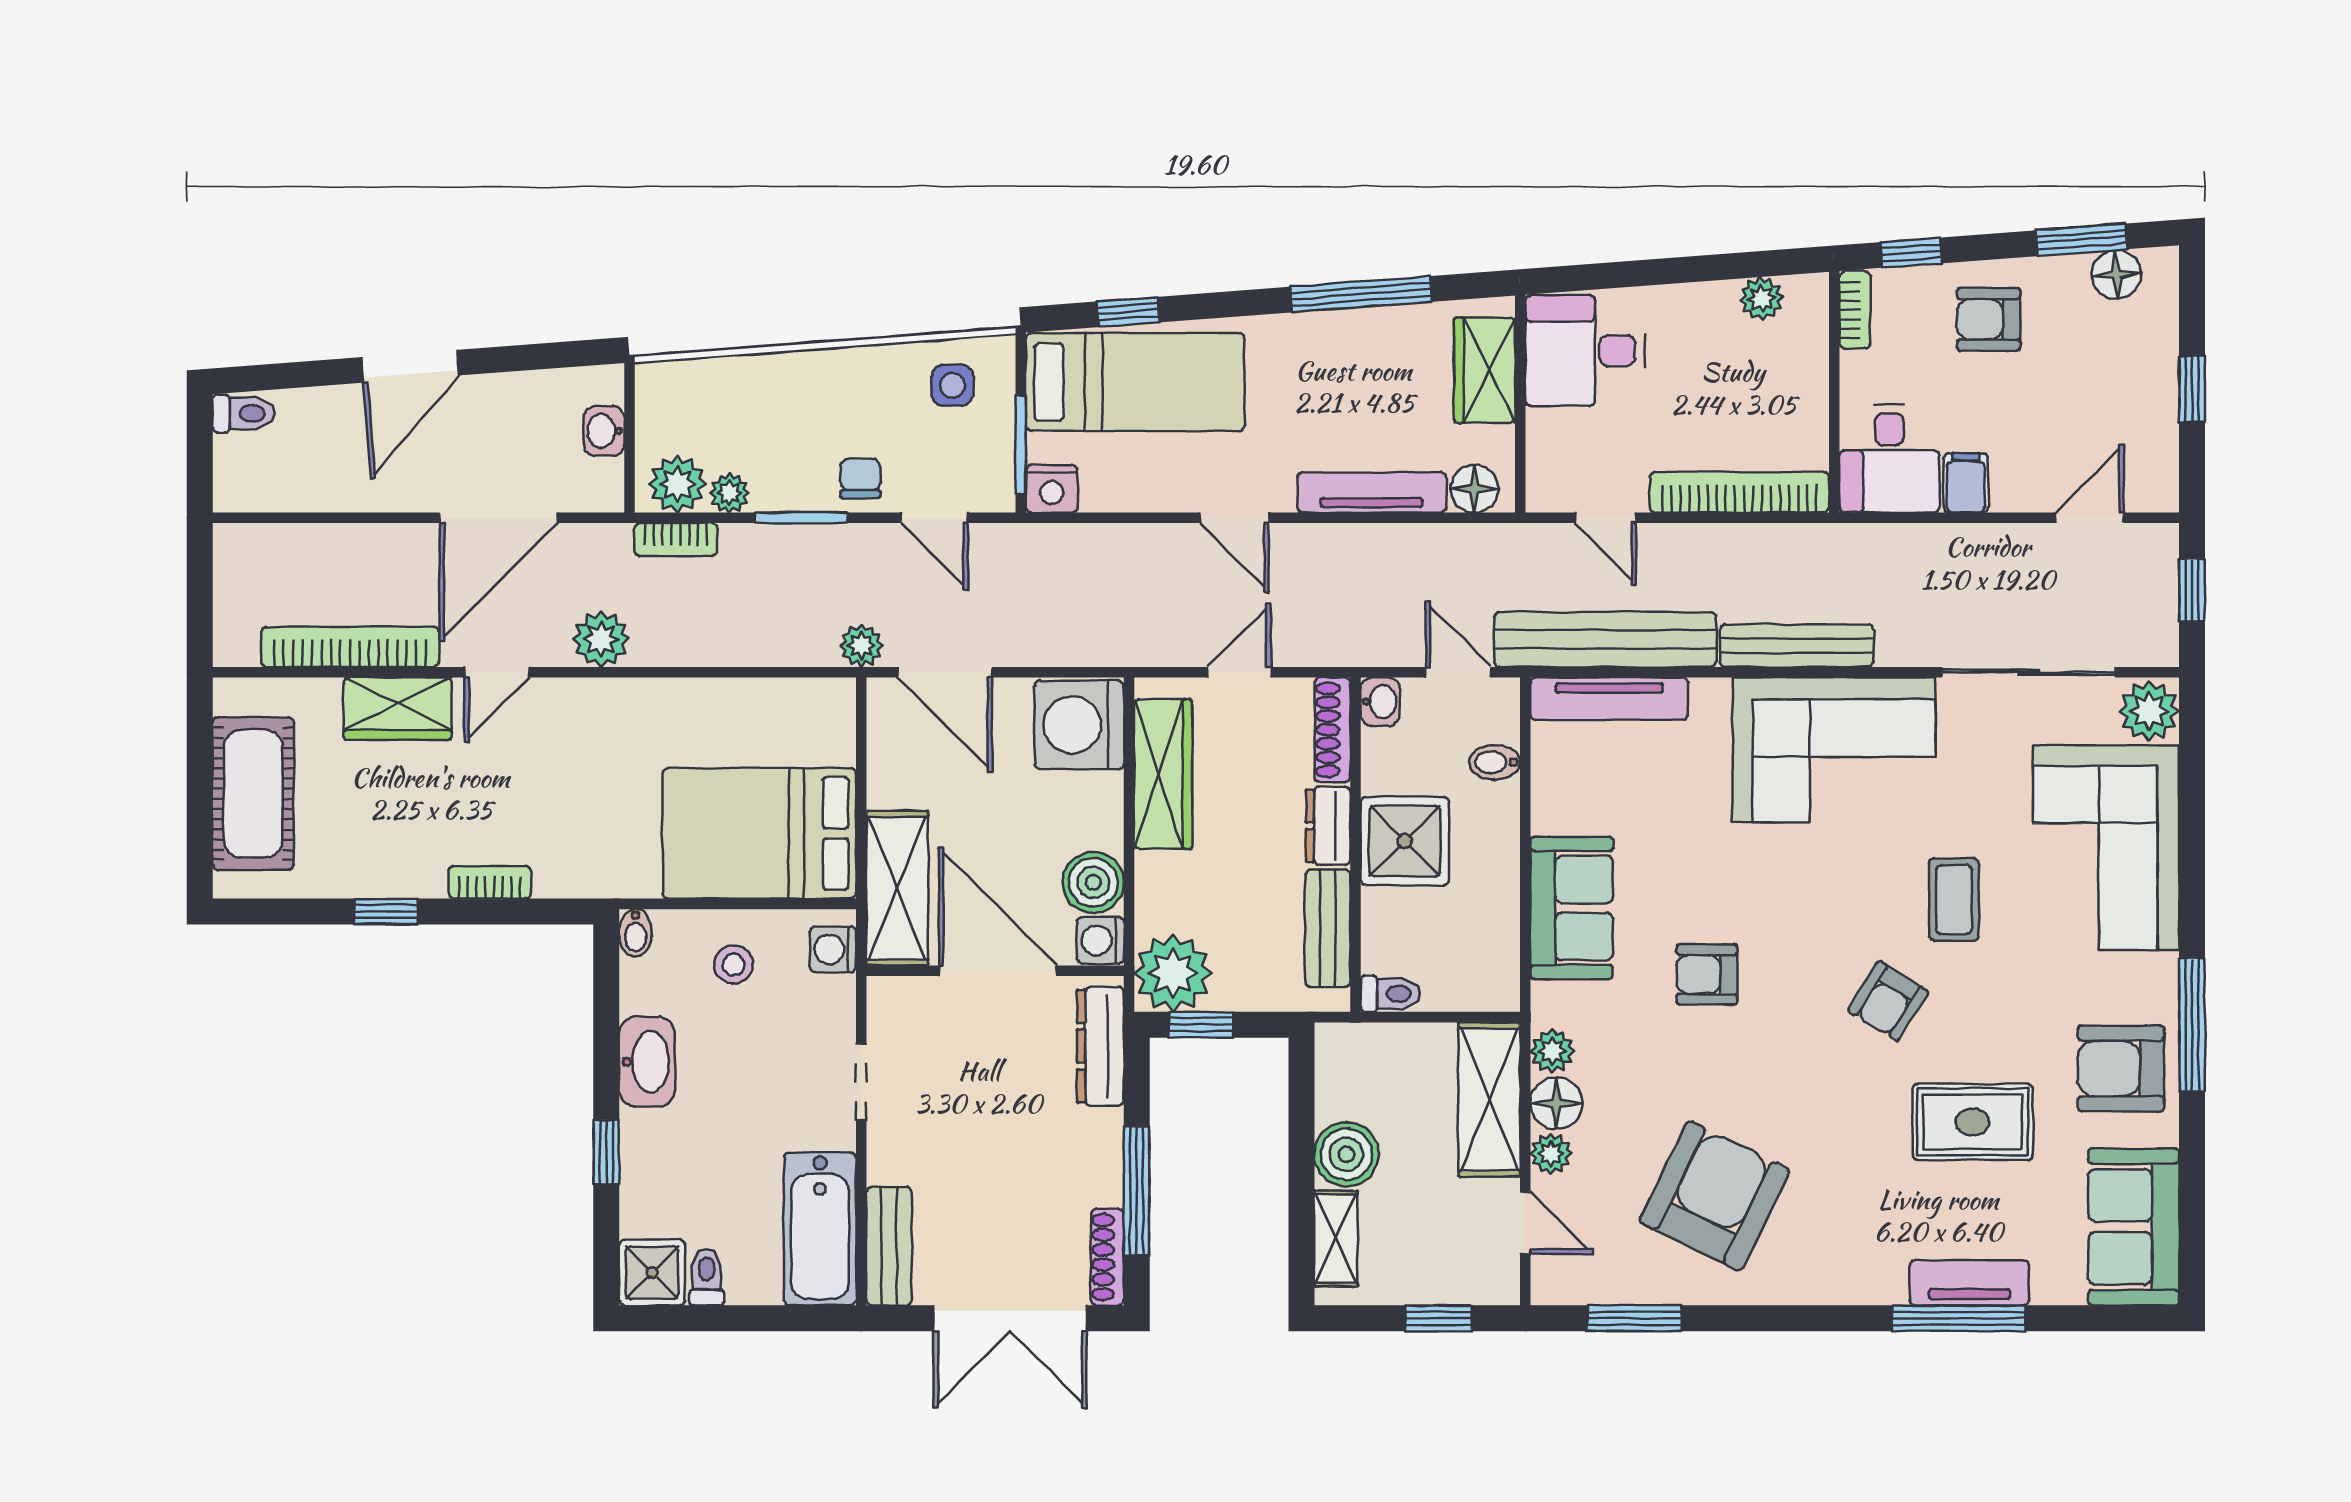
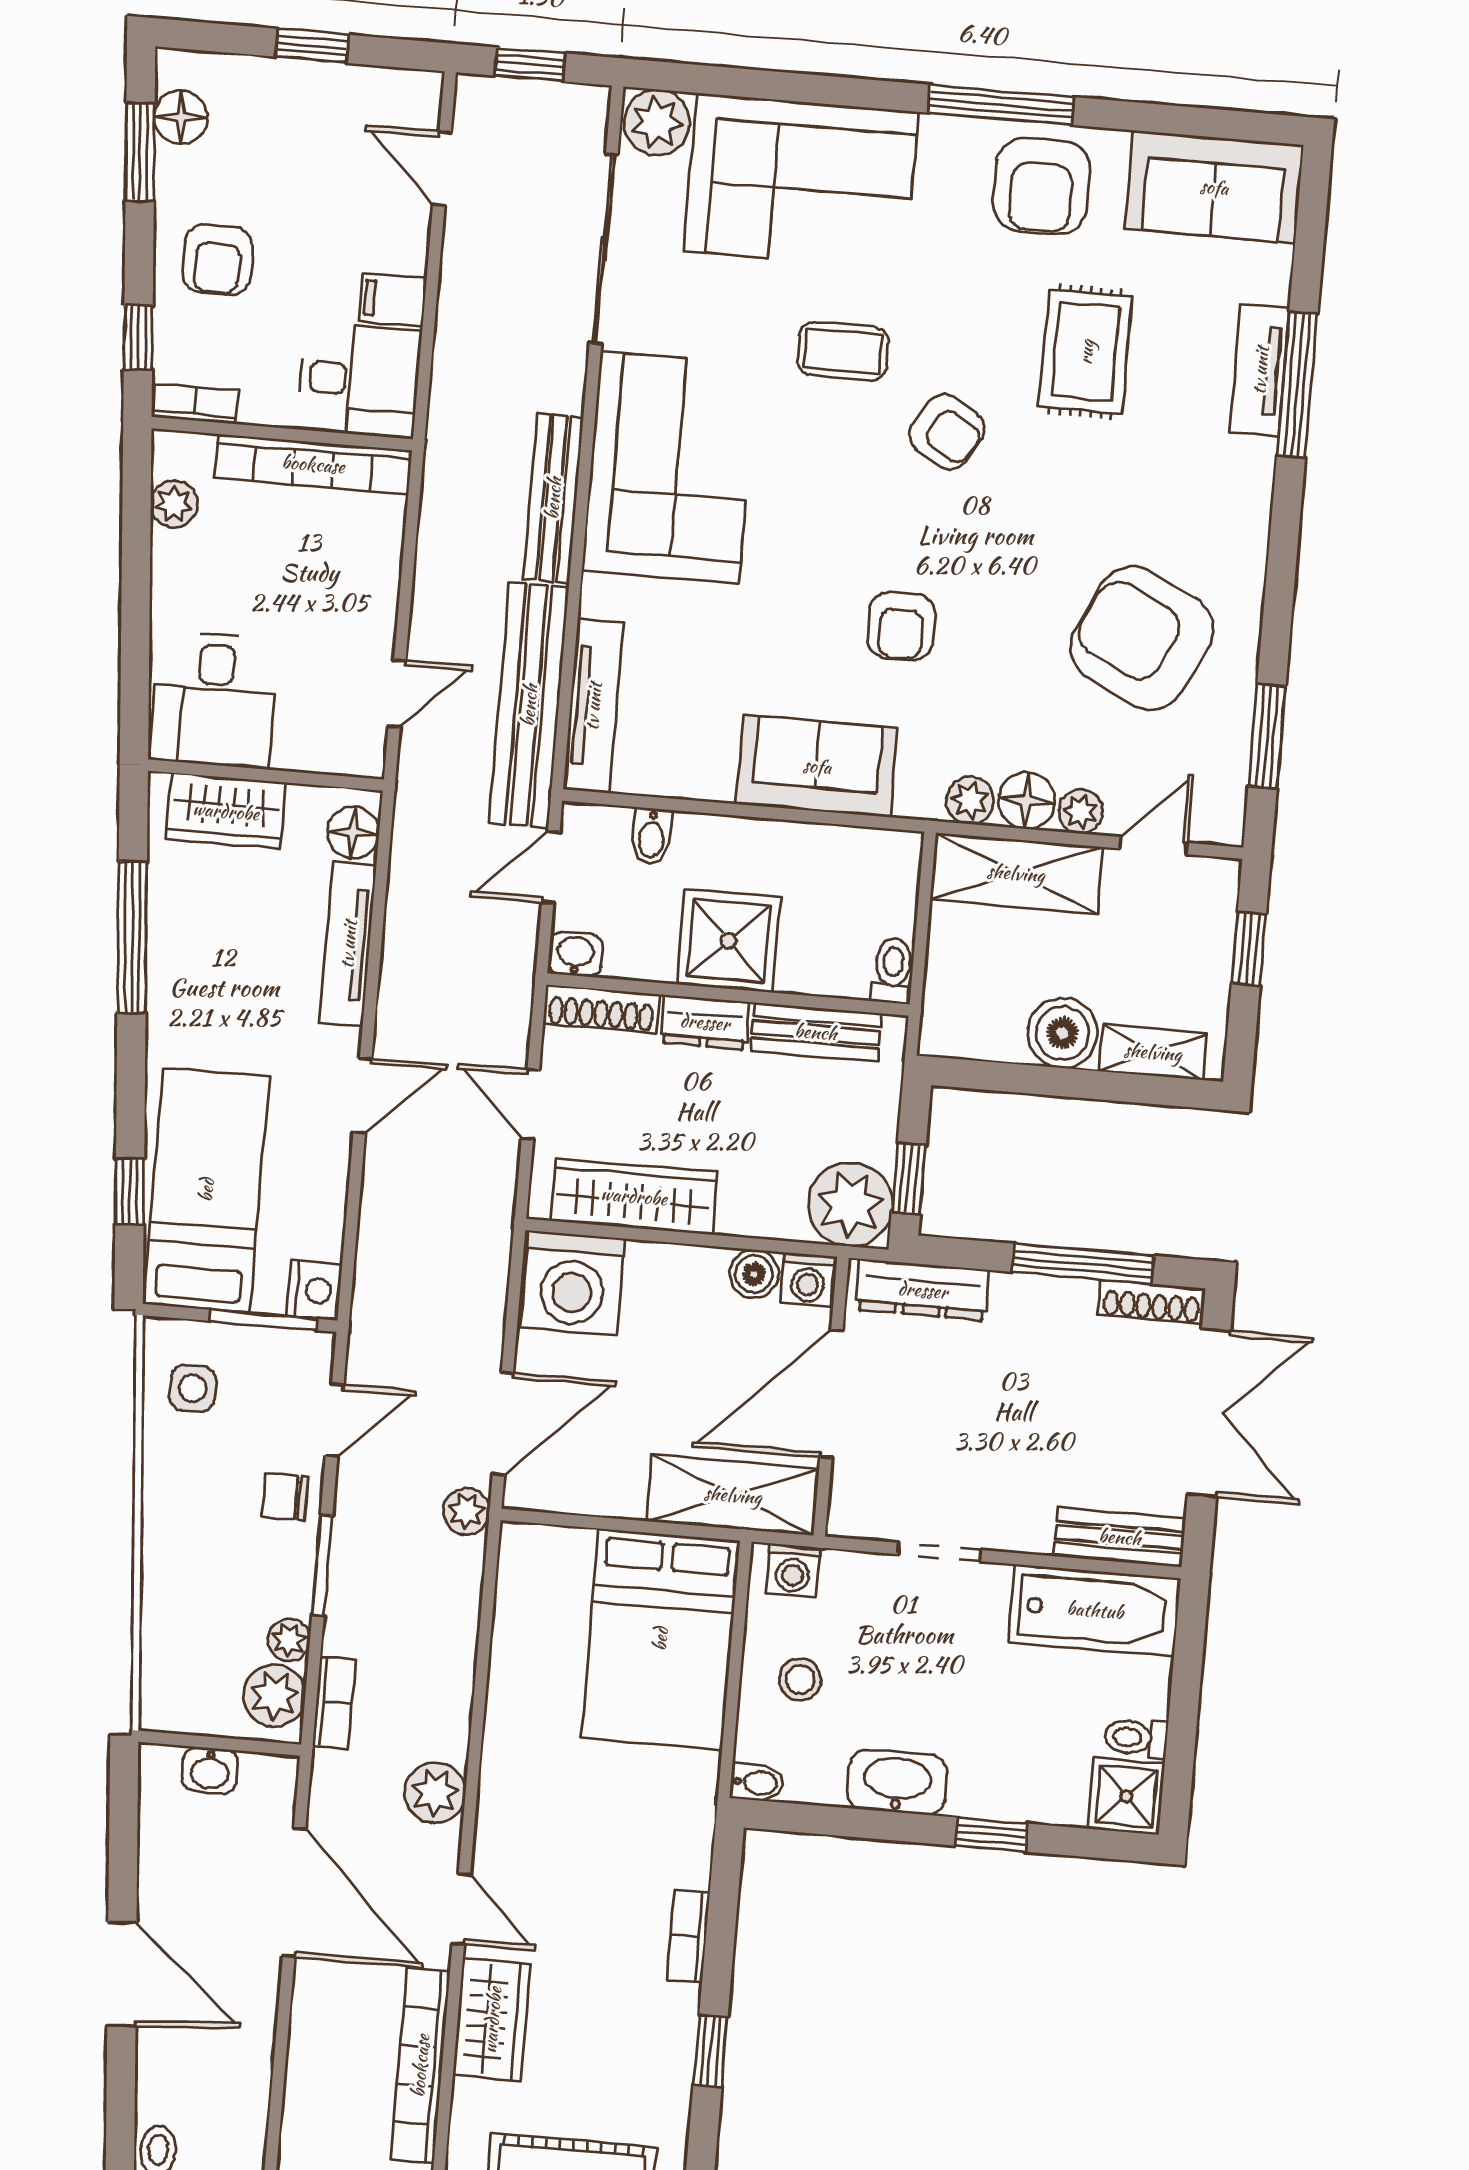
bookcase: (1739, 492) -> (313, 464), moved, turned -90
boiler: (1093, 882) -> (754, 1274), width x0.73, depth x0.73

